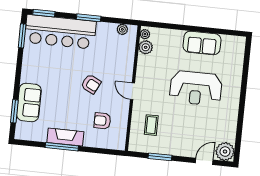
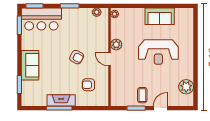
bar counter: (60, 32) -> (41, 19), width x0.73
plant: (146, 47) -> (116, 45), moved
sofa: (29, 102) -> (30, 65), moved
coffee table: (151, 125) -> (142, 95), moved
plant: (225, 152) -> (186, 87), moved
door: (204, 161) -> (160, 108), moved

